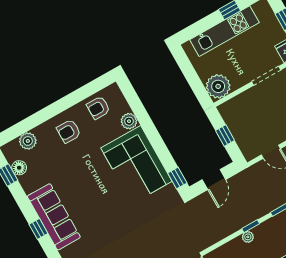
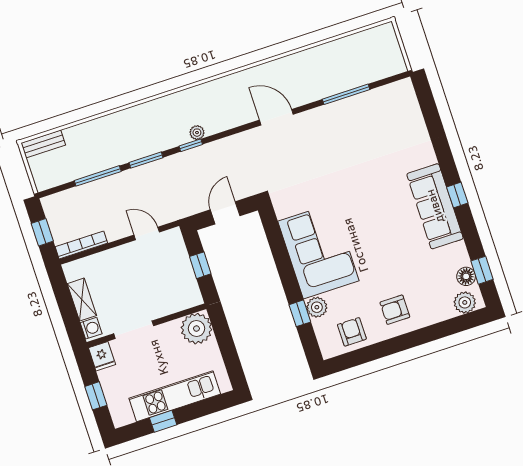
armchair: (98, 108) -> (352, 332), turned -90
armchair: (69, 131) -> (395, 310), turned 180
plant: (28, 141) -> (465, 302), moved
window: (177, 178) -> (300, 313), moved

